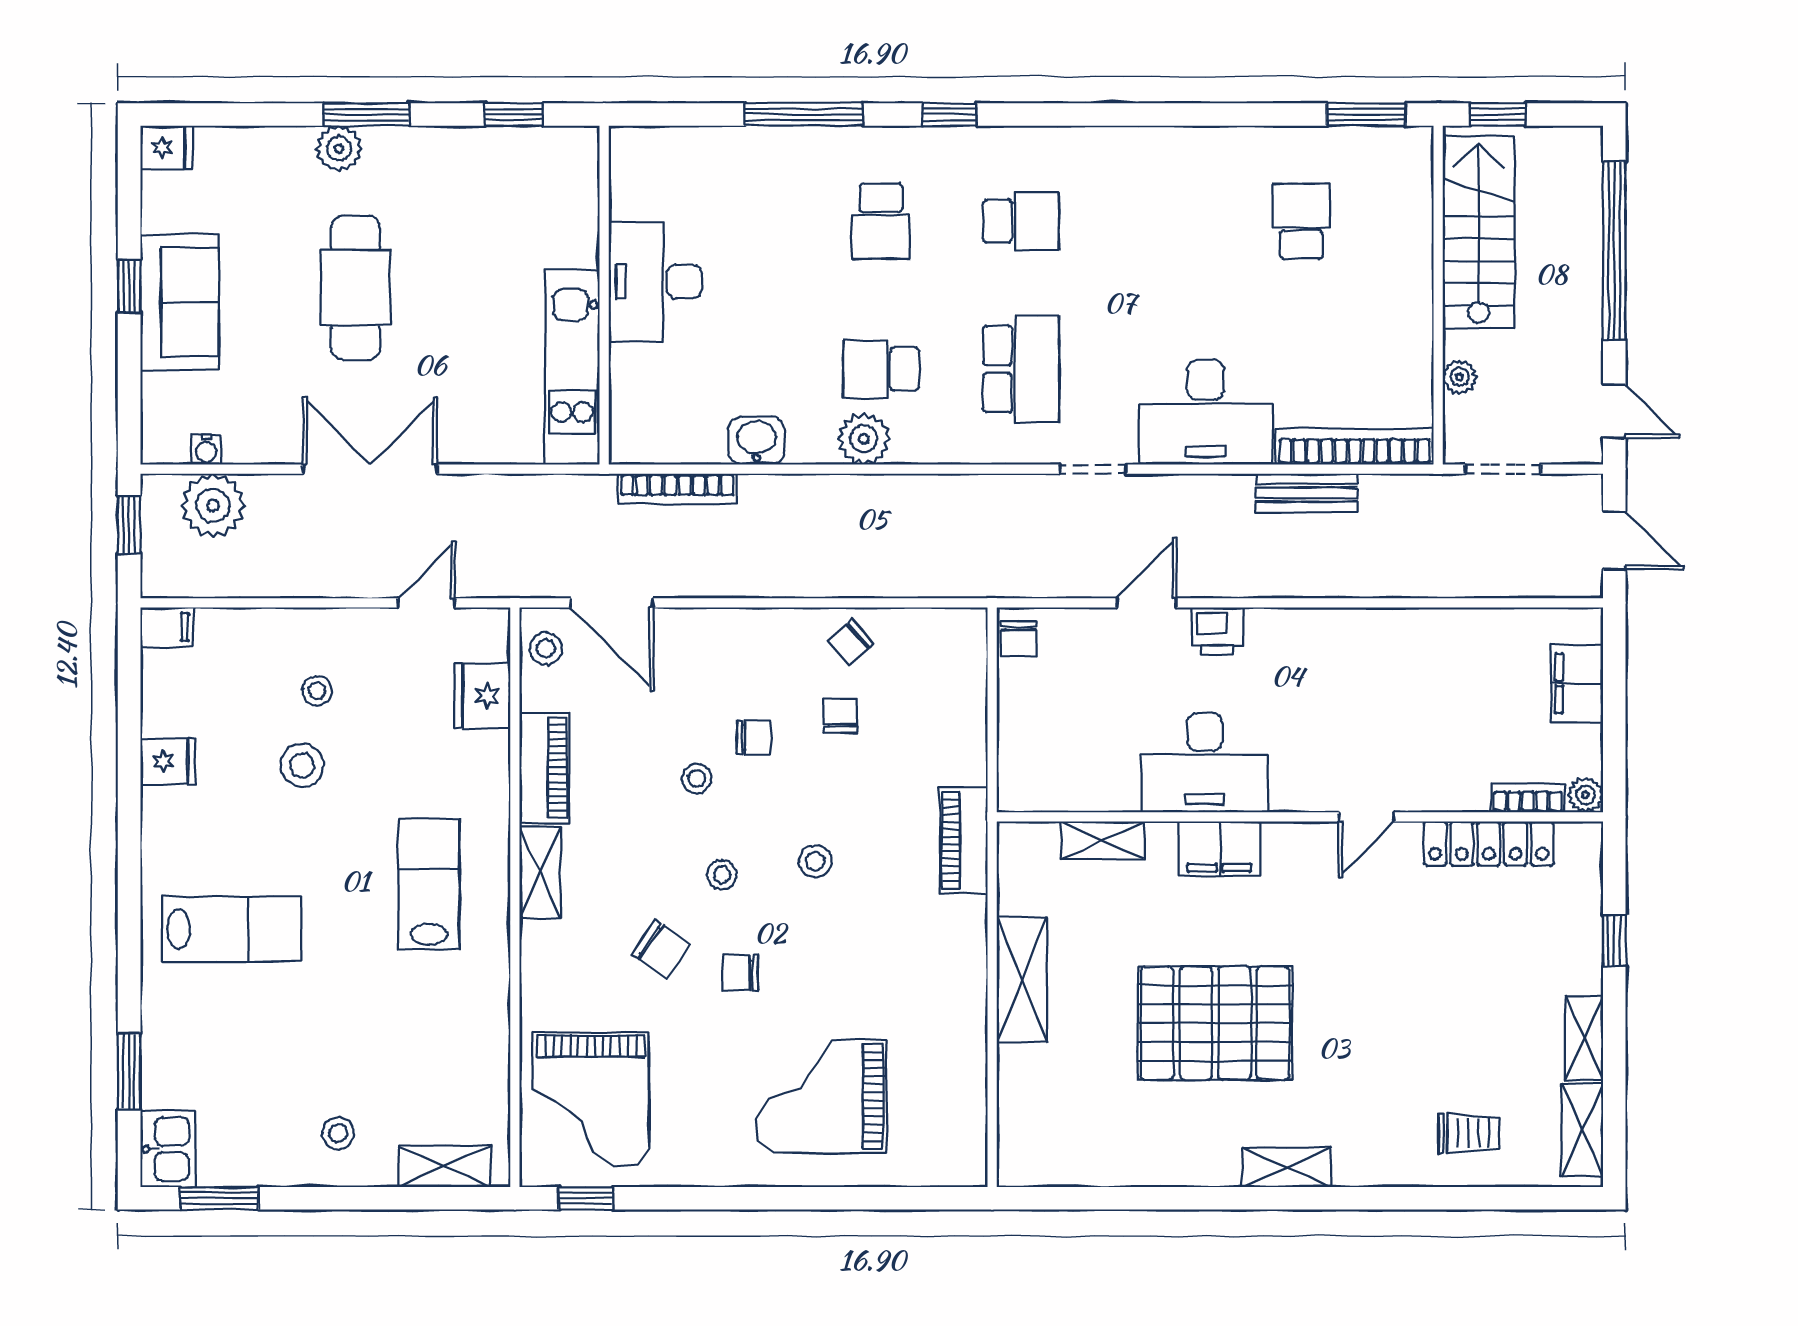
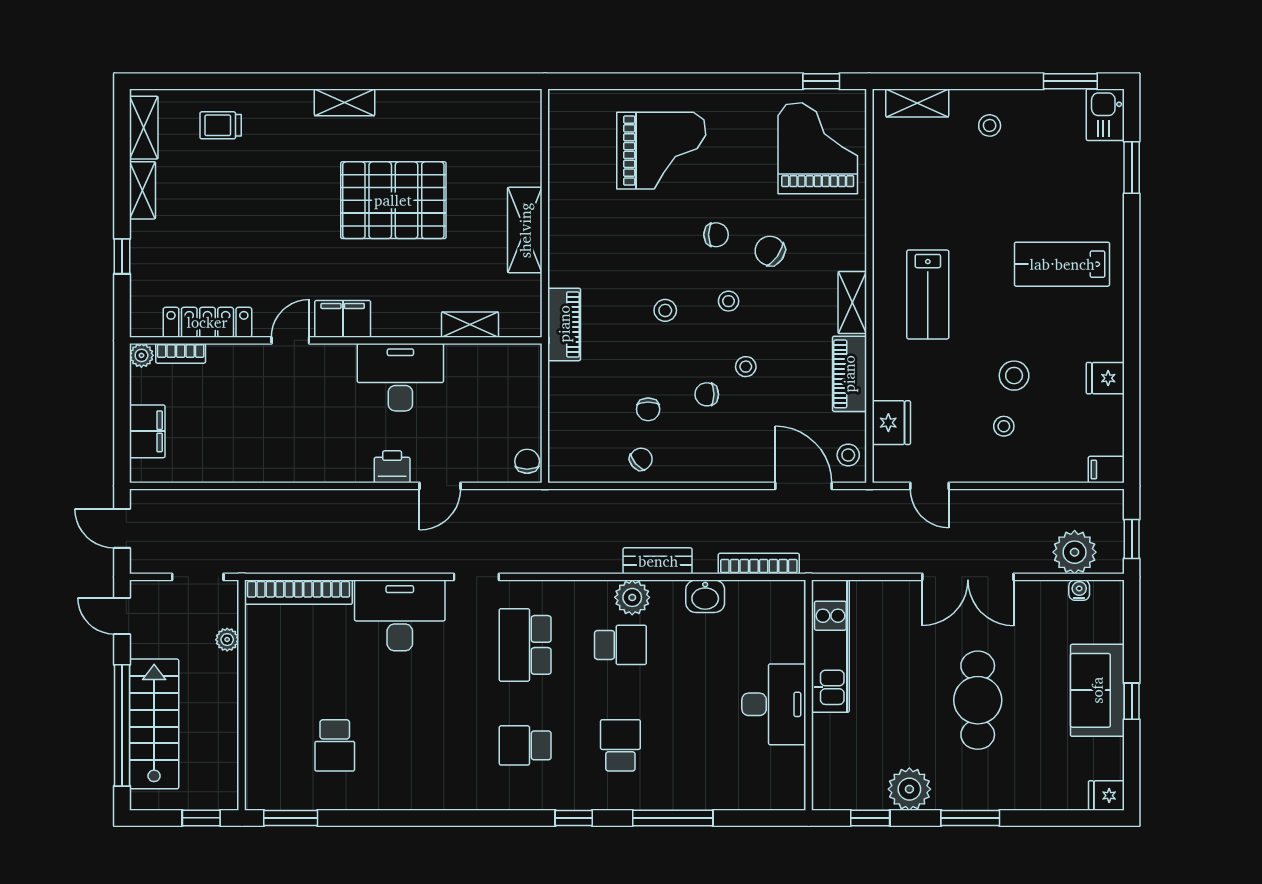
plant: (339, 149) -> (909, 789), moved, width x1.36, depth x1.36
stairs: (1479, 232) -> (154, 724), moved, turned 180
bench: (1307, 493) -> (658, 561), moved
door: (426, 603) -> (929, 486), hinge flipped
filing cabinet: (1219, 849) -> (343, 319), moved

